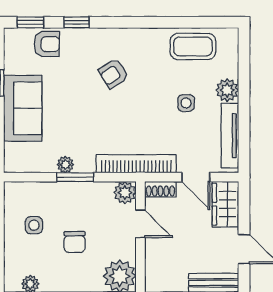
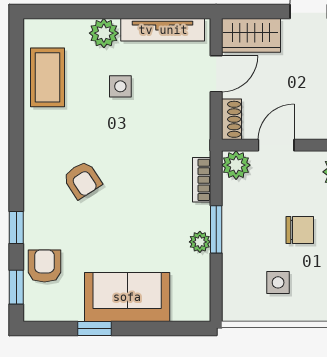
bookcase: (136, 164) -> (202, 180), width x0.43, depth x0.76

